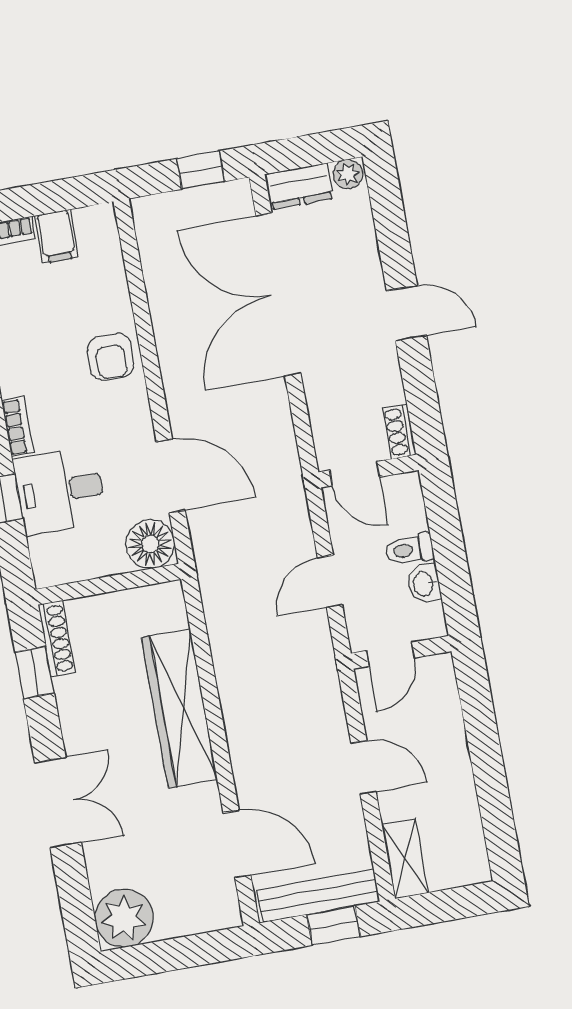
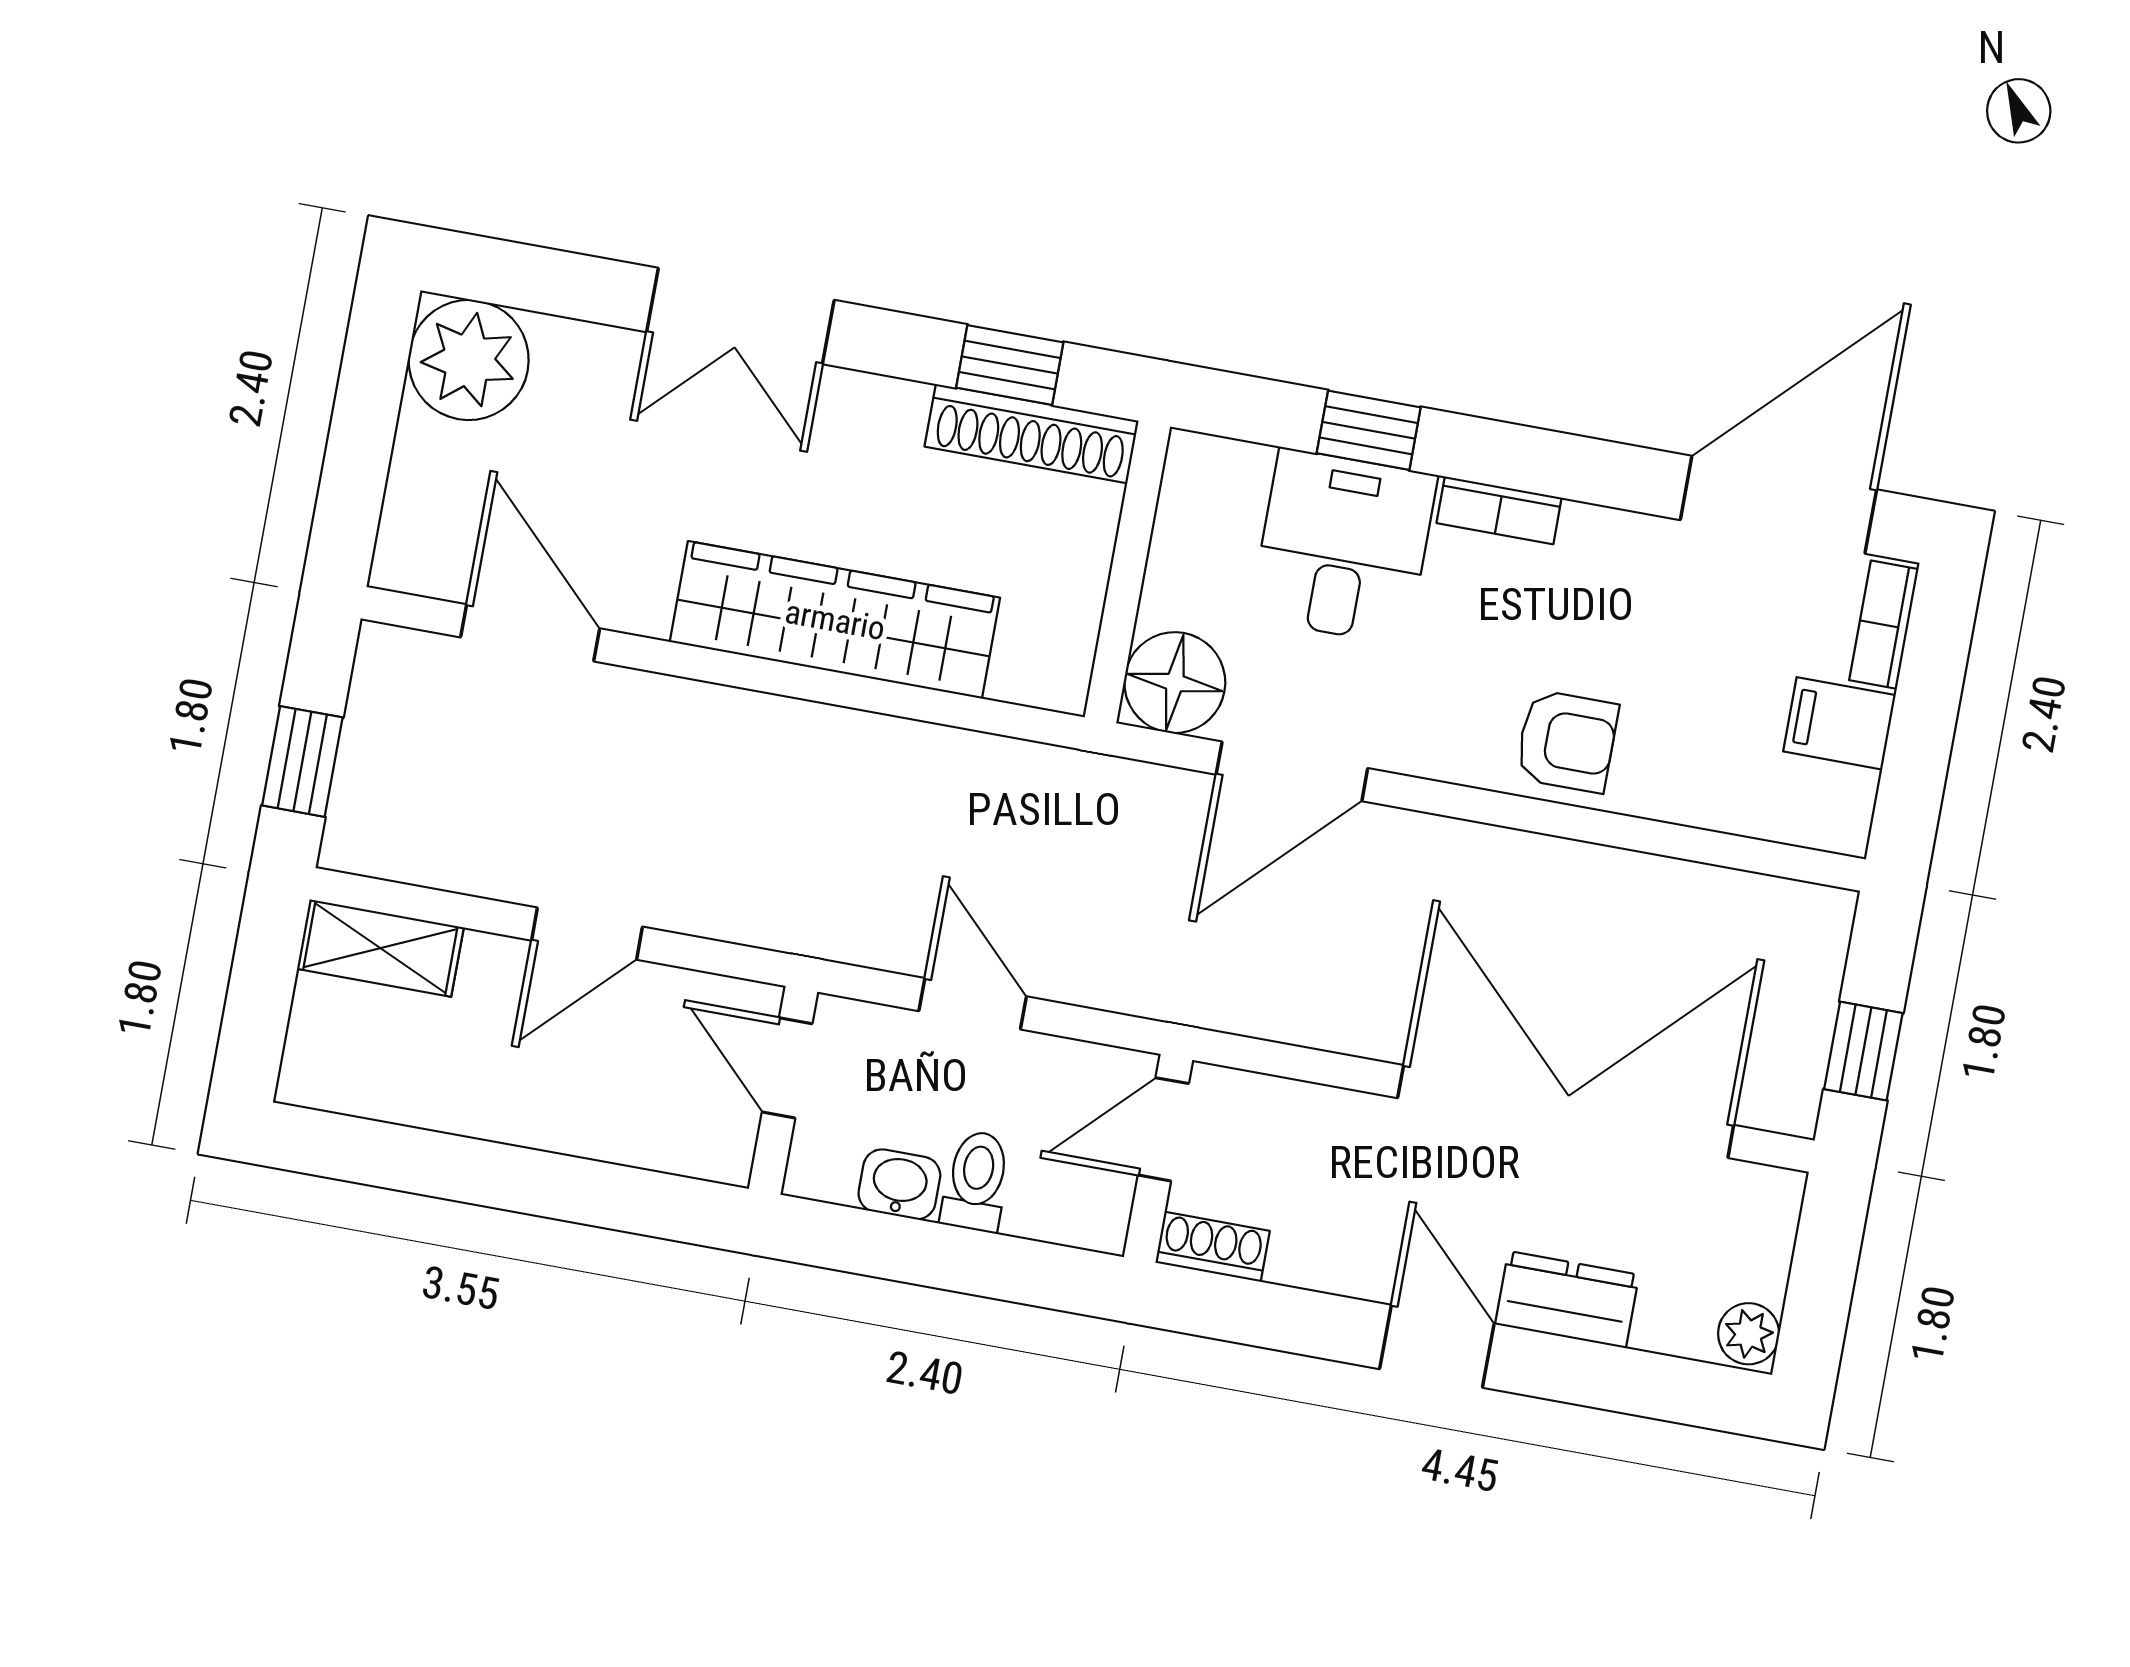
dresser: (299, 186) -> (1567, 1300), moved, turned 90
door: (406, 313) -> (1437, 1346), swing flipped
armchair: (111, 357) -> (1567, 741), turned 180
shoe rack: (57, 638) -> (1032, 434), width x1.36, depth x1.24
door: (237, 844) -> (530, 633), swing flipped
bench: (318, 896) -> (371, 753), removed

